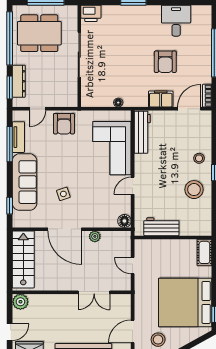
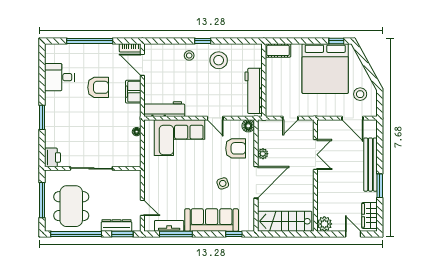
armchair: (64, 124) -> (236, 148), moved
workbench: (161, 227) -> (254, 91), width x1.38

